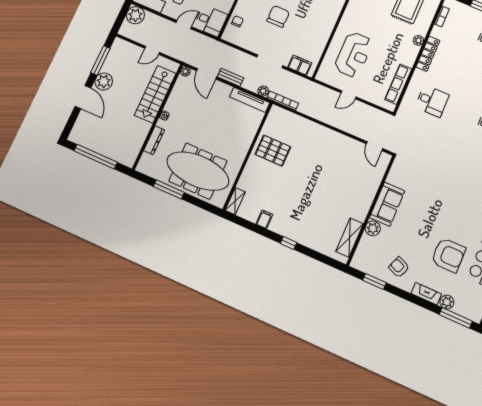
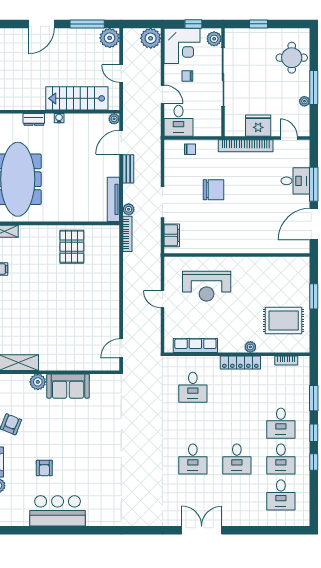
plant: (104, 81) -> (110, 38), moved
dresser: (154, 140) -> (34, 119), width x0.70
armchair: (448, 255) -> (44, 468), width x0.53, depth x0.53

